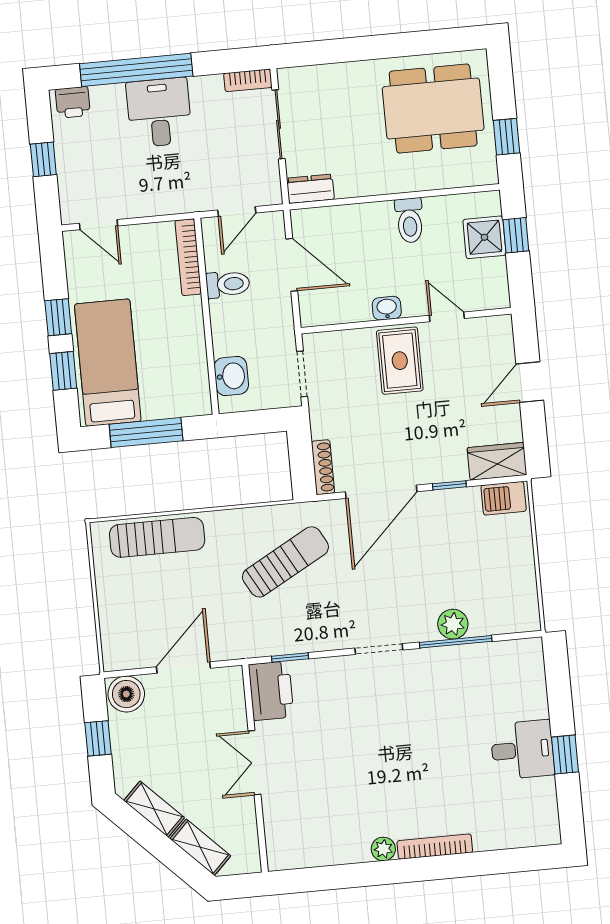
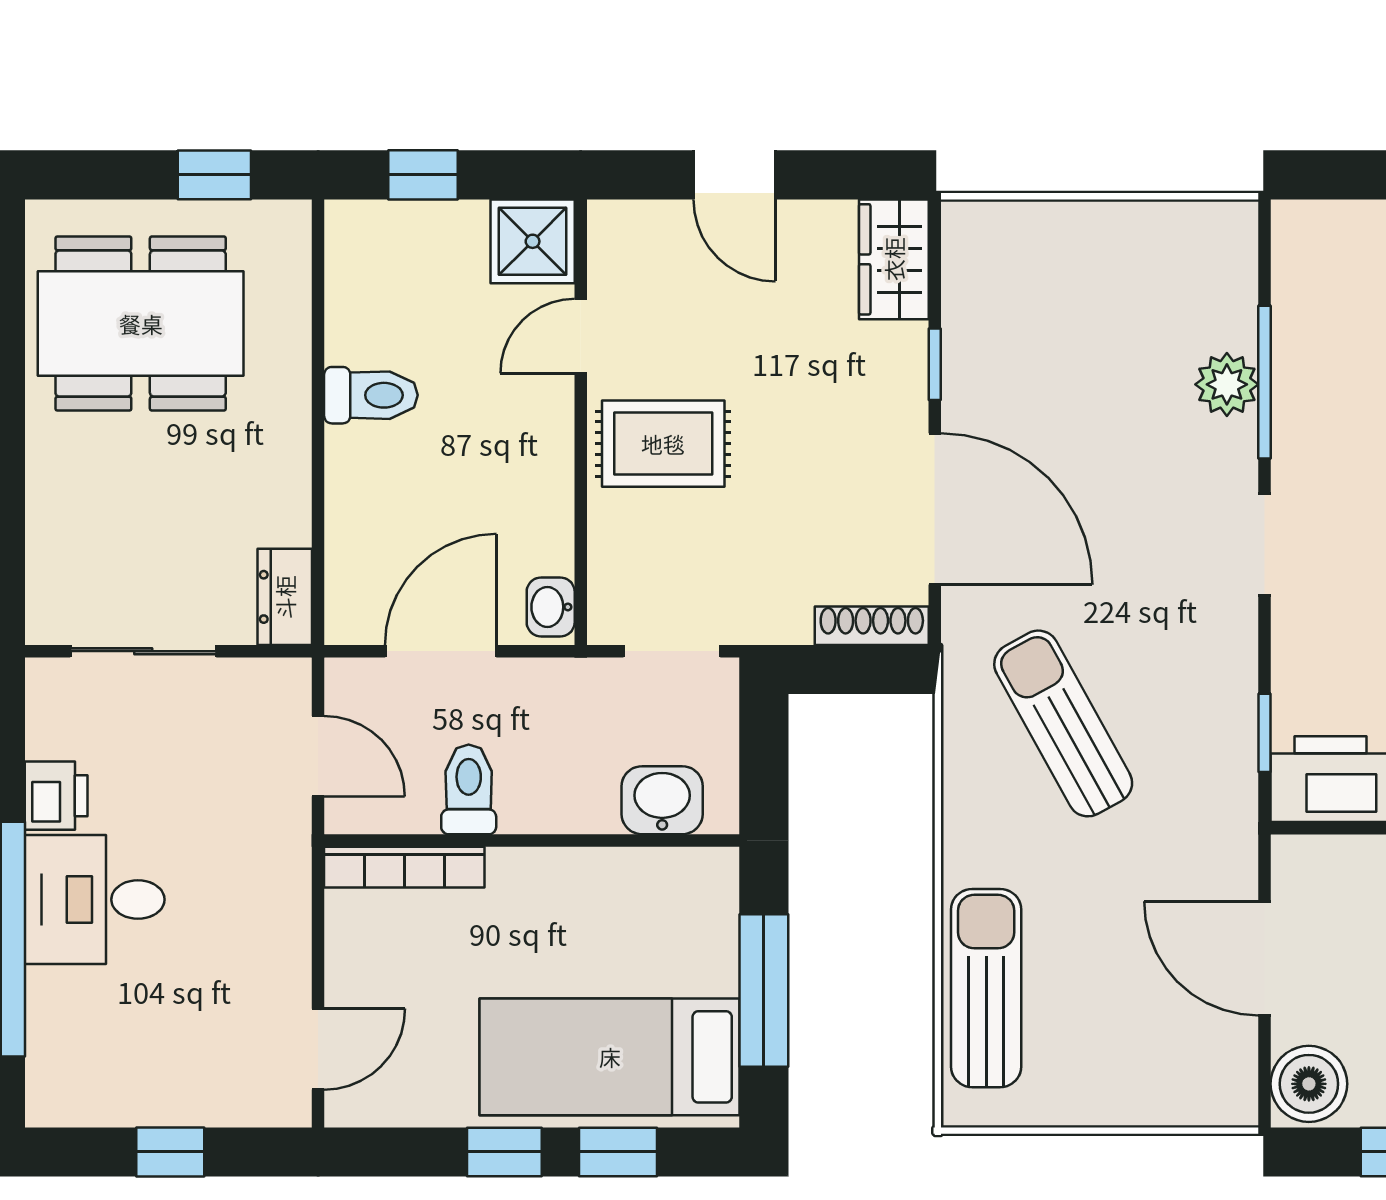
bookcase: (248, 80) -> (45, 707), removed
printer: (73, 102) -> (56, 796), moved
dining table: (433, 108) -> (141, 324), turned 90
shower: (484, 237) -> (533, 241), moved
washbasin: (387, 308) -> (551, 607), moved
barbecue: (504, 498) -> (973, 253), removed

